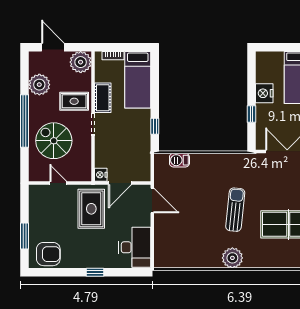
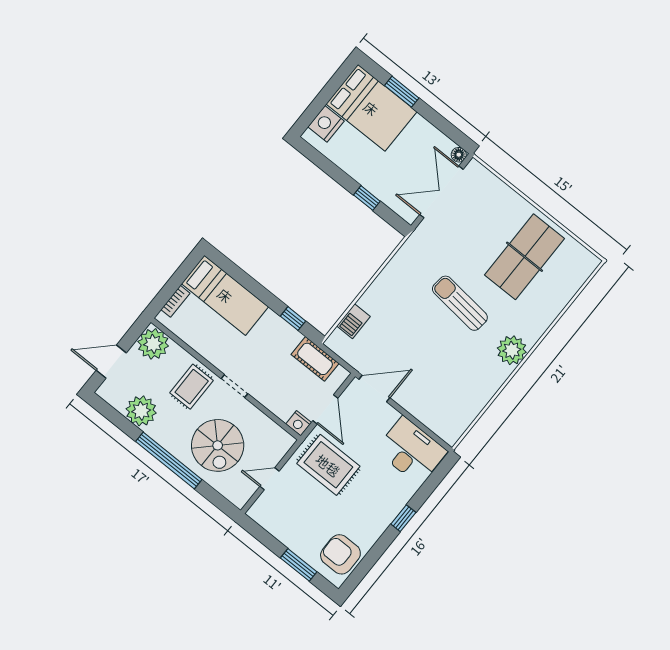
nightstand: (264, 93) -> (326, 124), moved, turned 90
cot: (103, 98) -> (315, 359), moved
spiral stairs: (54, 141) -> (218, 445), turned -90
armchair: (48, 254) -> (340, 554), turned -90

